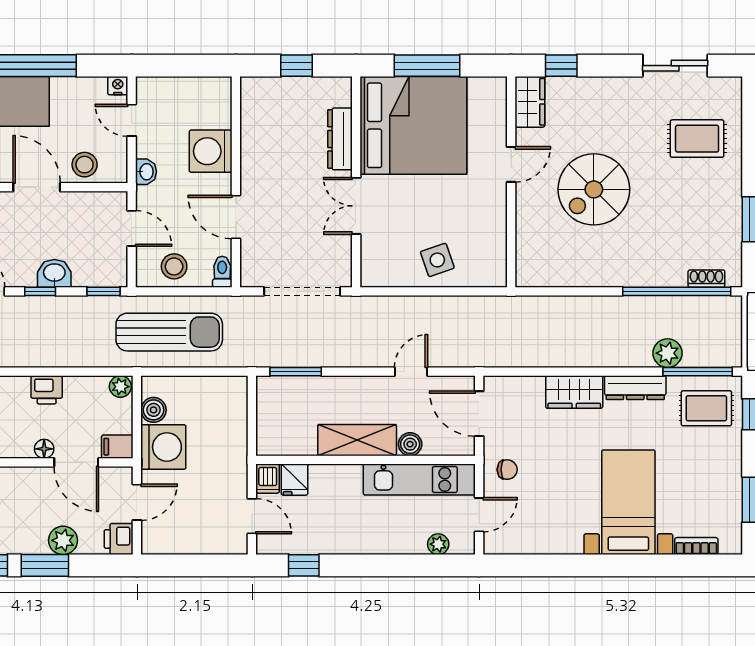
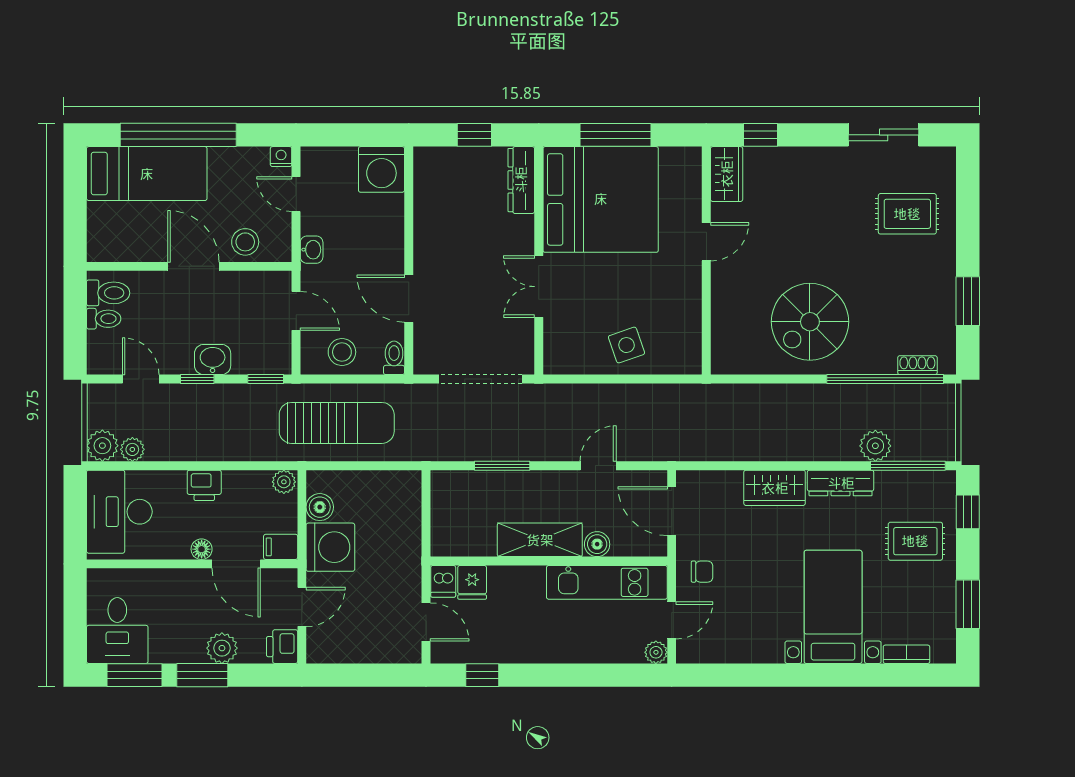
dresser: (340, 139) -> (521, 180), moved
washing machine: (211, 151) -> (381, 169), moved, turned -90
spiral stairs: (594, 189) -> (810, 322), moved
window: (296, 372) -> (502, 466), moved
rug: (706, 408) -> (915, 541), moved
plant: (438, 544) -> (656, 652), moved

